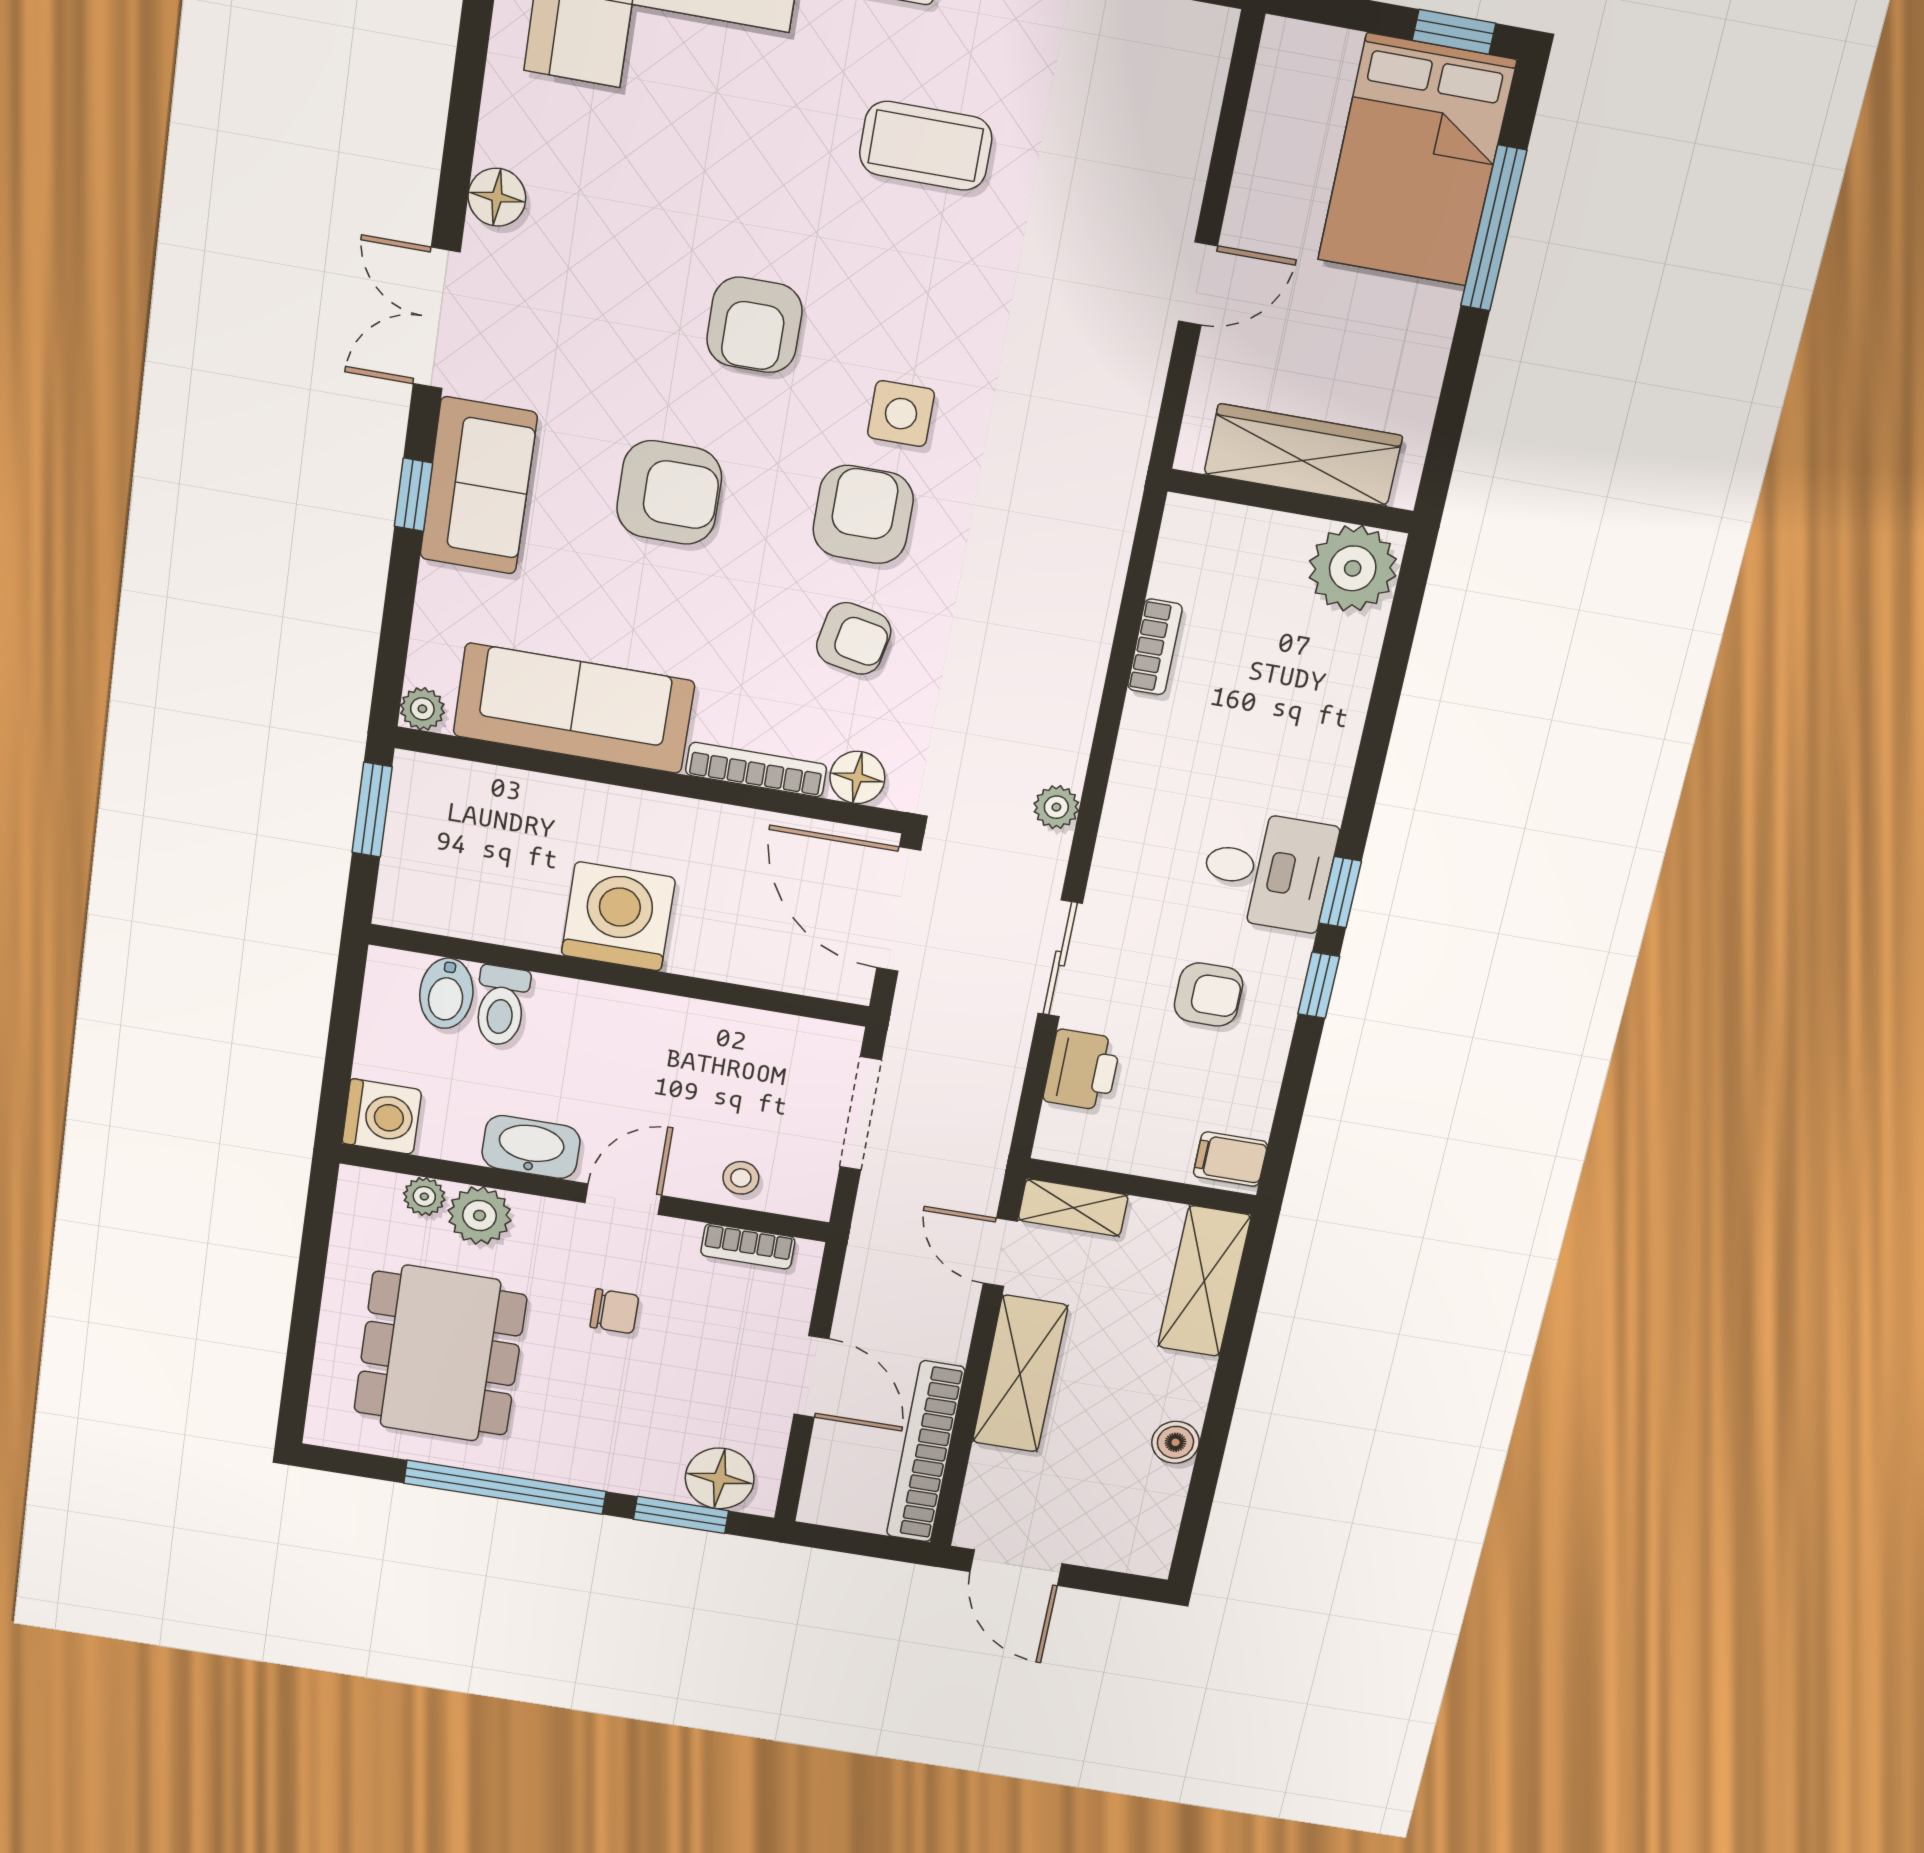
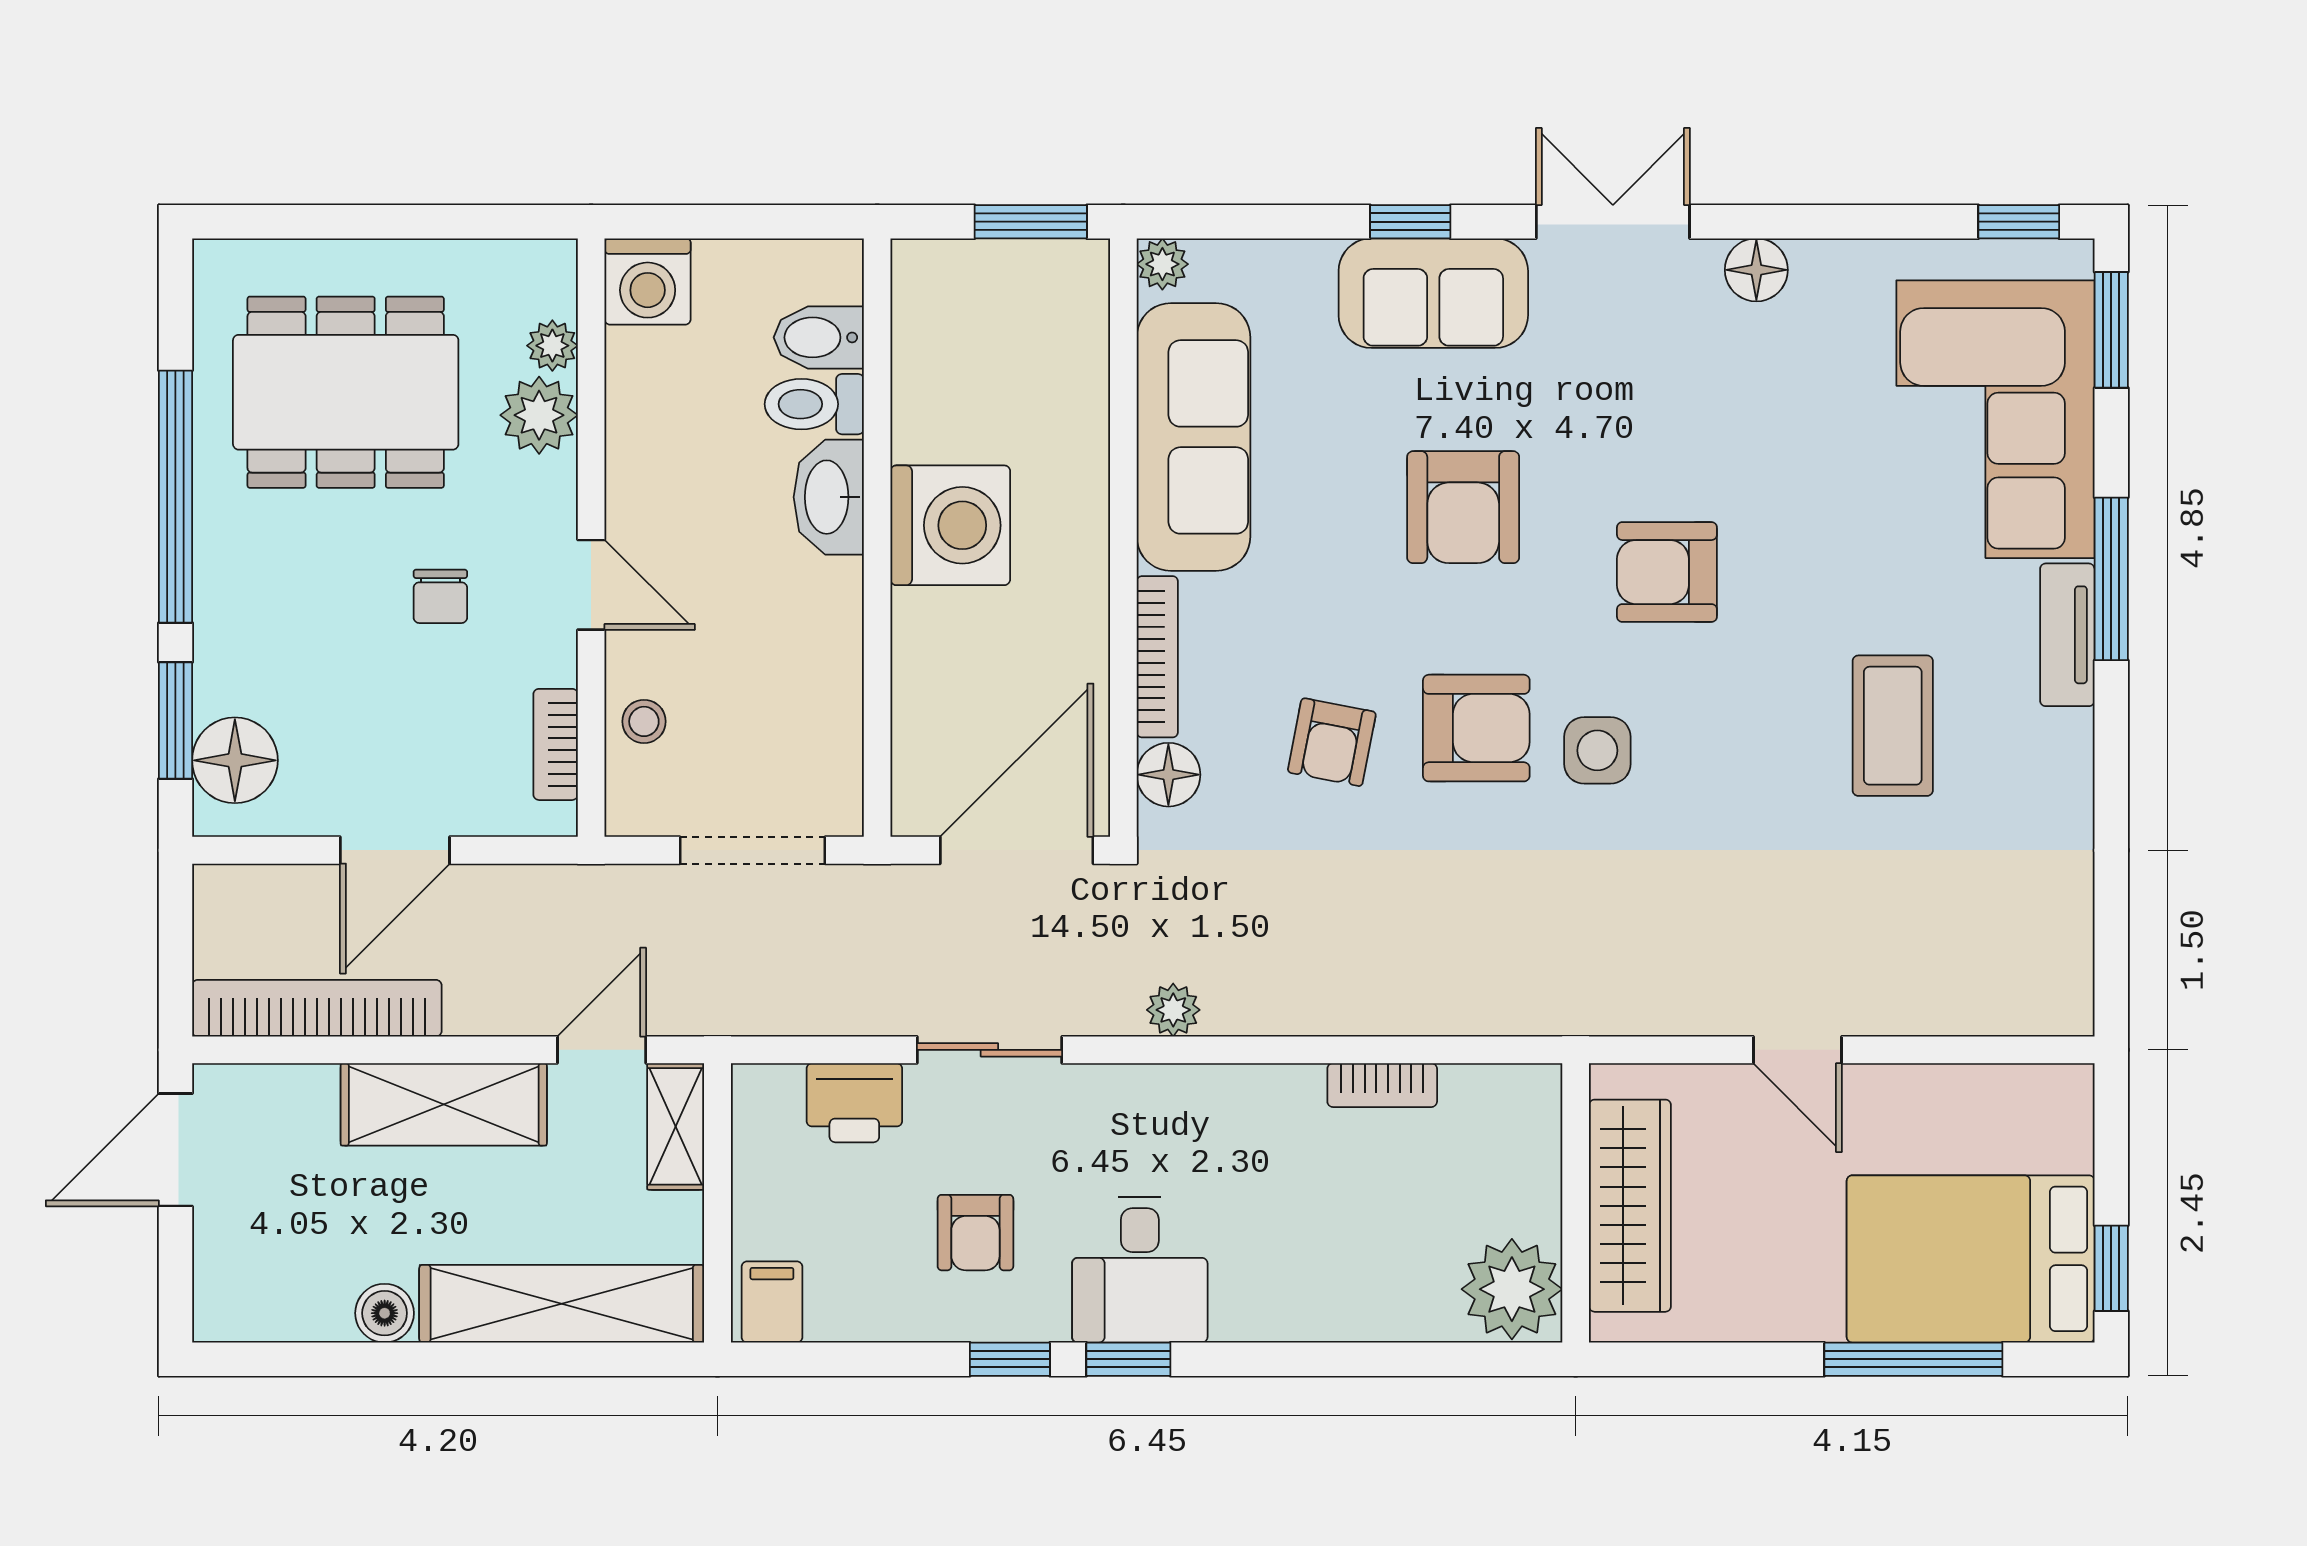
washbasin: (531, 1147) -> (829, 497), moved, turned 180
shelving: (1204, 1281) -> (562, 1304), width x1.47

